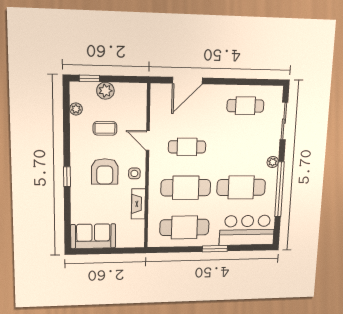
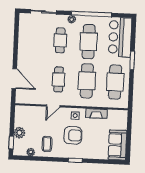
cafe table: (245, 106) -> (60, 40), moved
coffee table: (105, 128) -> (47, 144), moved

